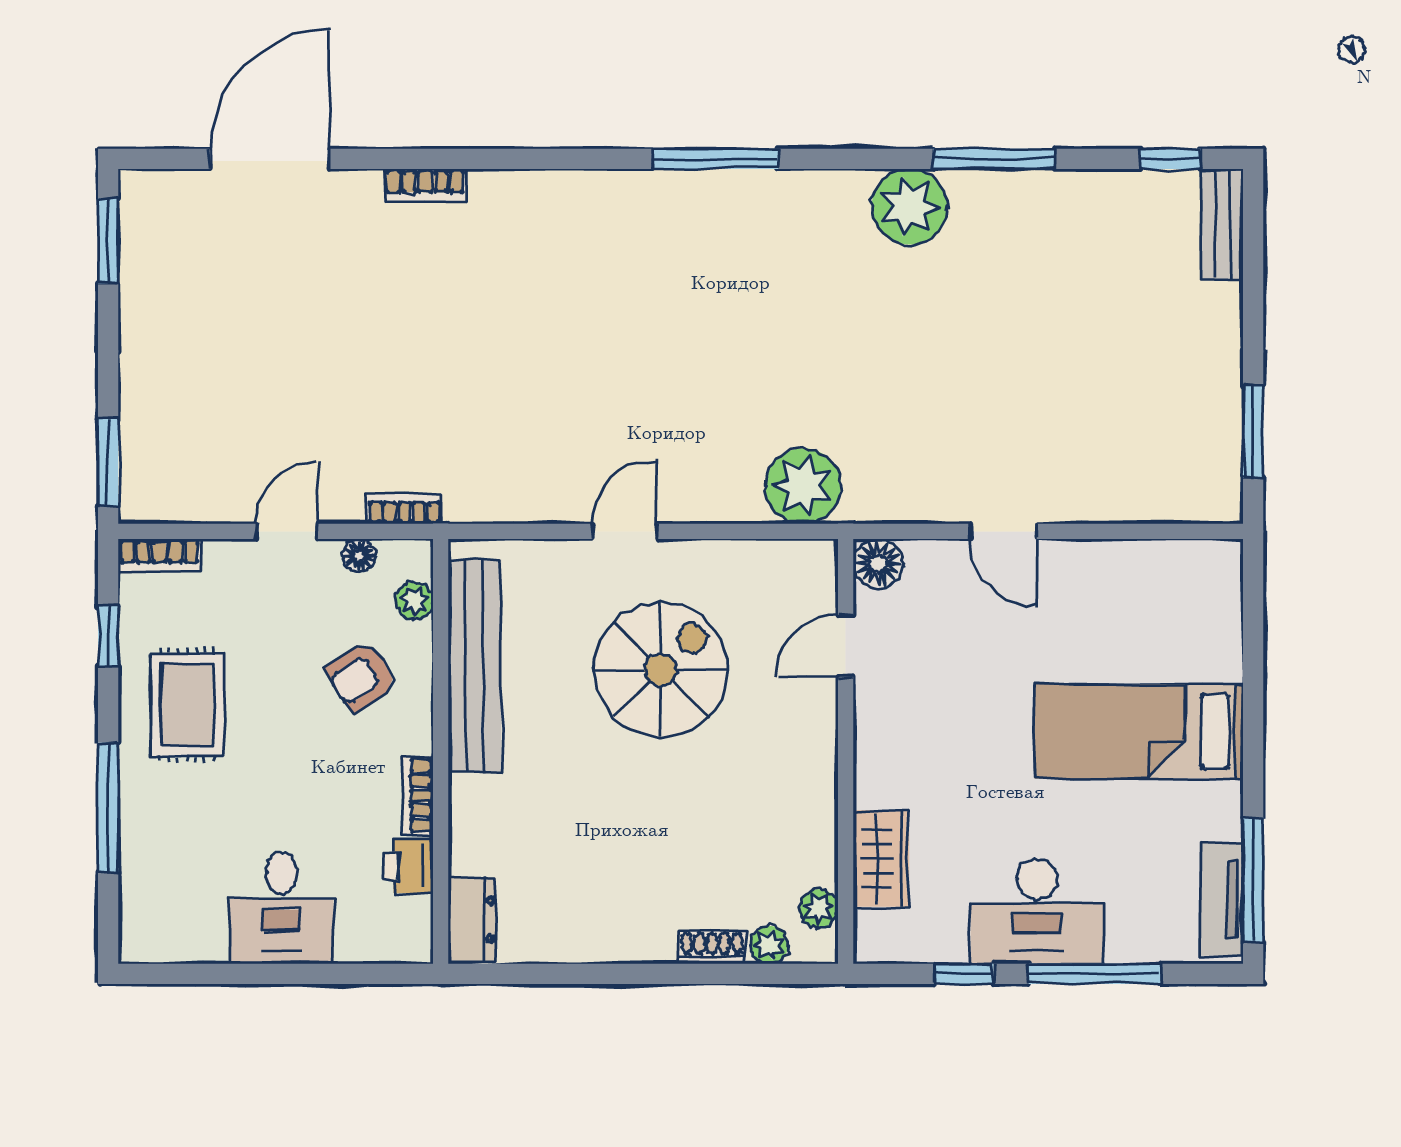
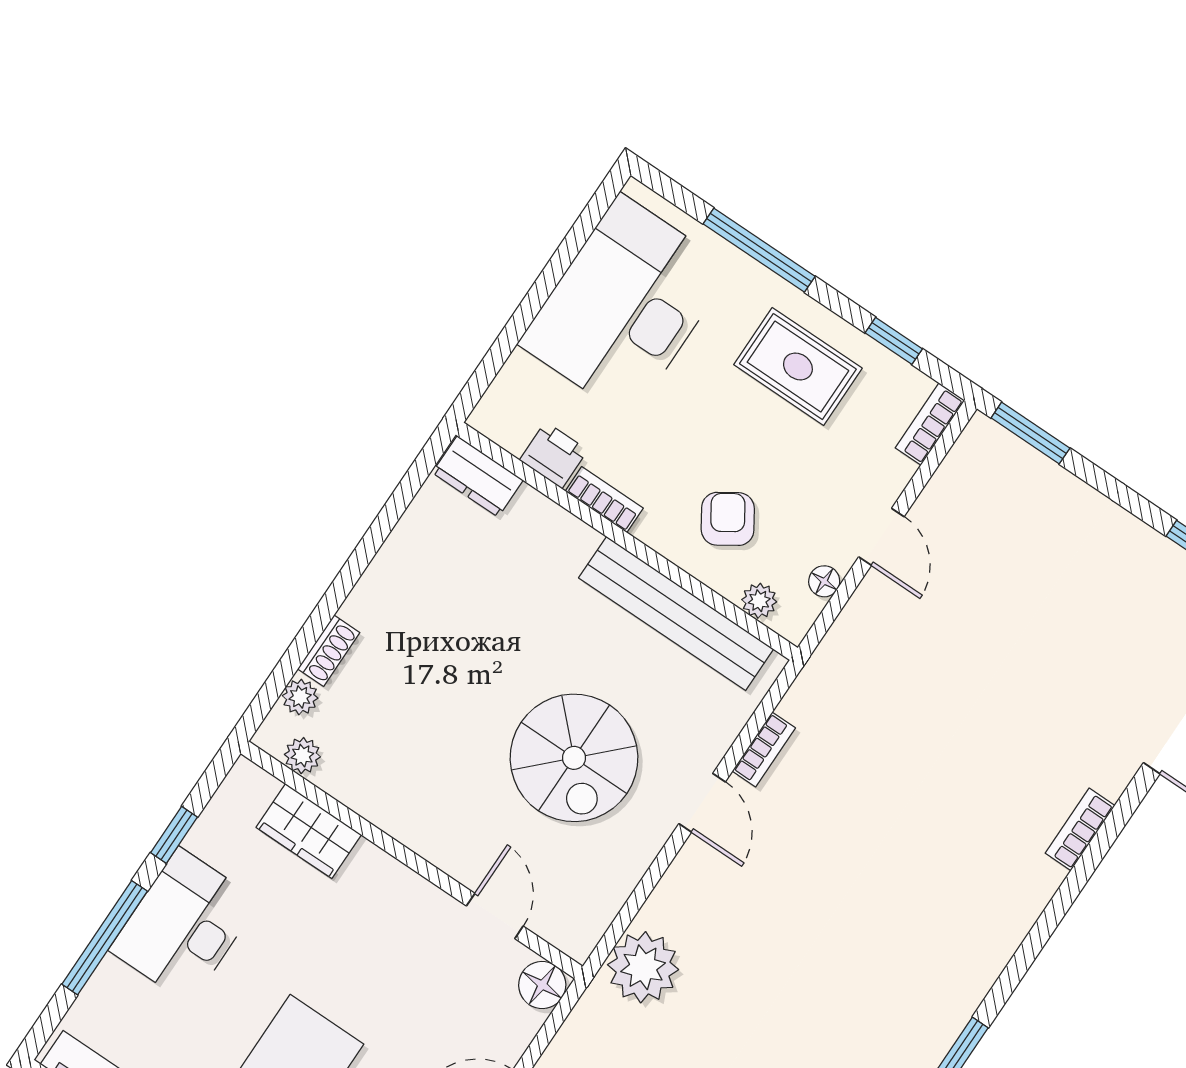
bookcase: (405, 509) -> (764, 750), moved
desk: (281, 908) -> (625, 306), width x1.87, depth x1.30

